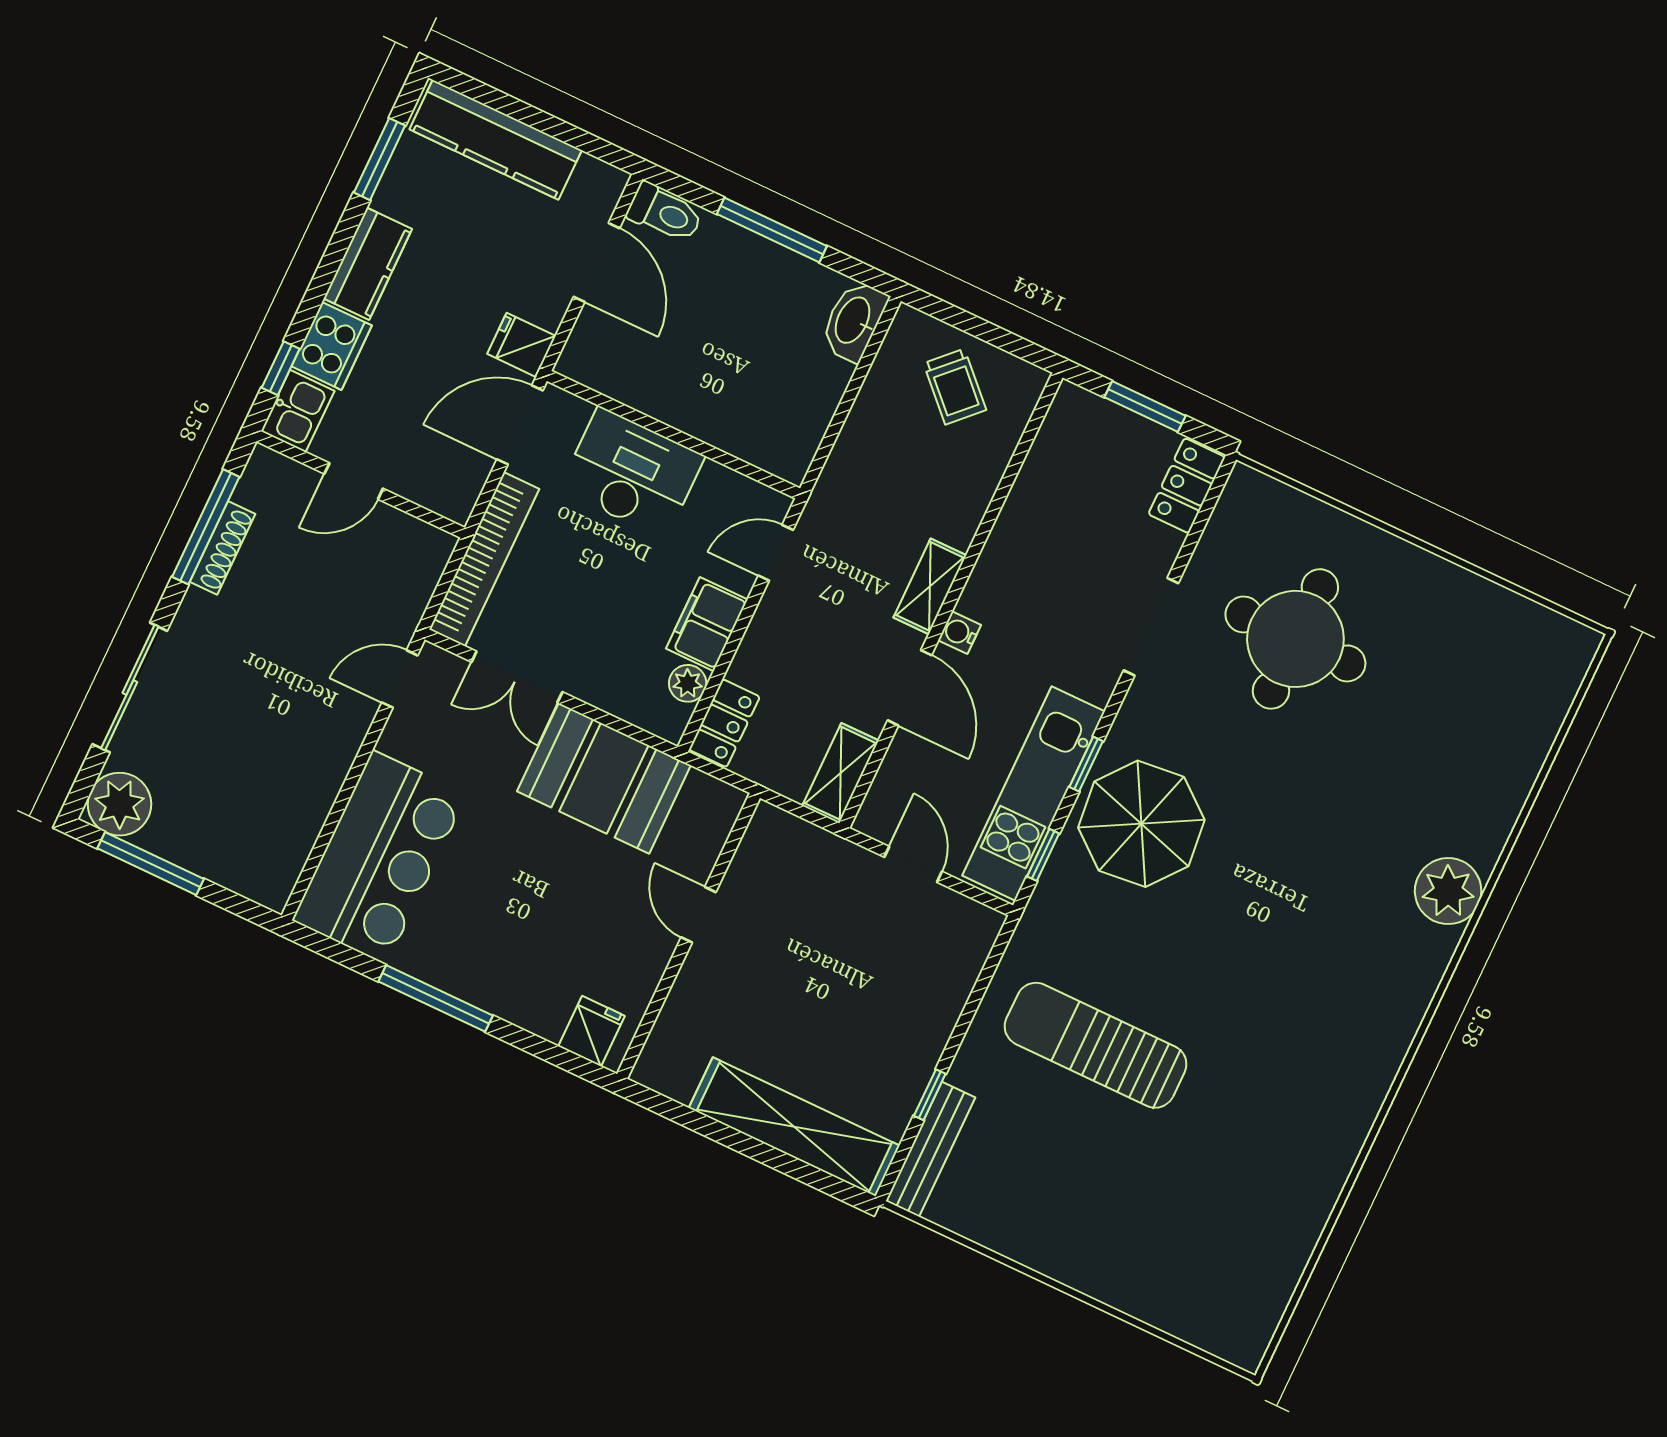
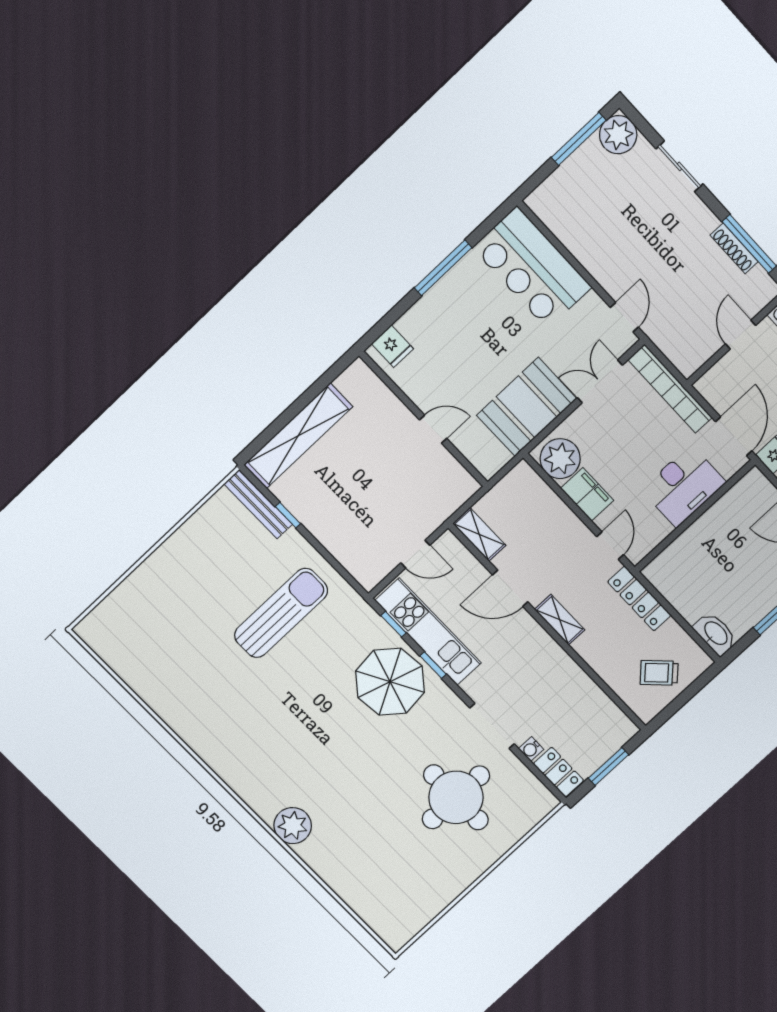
water cooler: (960, 633) -> (531, 749), moved, turned 180
plant: (688, 683) -> (560, 459), width x1.87, depth x1.87
sliding door: (130, 687) -> (679, 166), width x0.73
locker: (724, 723) -> (639, 598), moved, width x1.53

